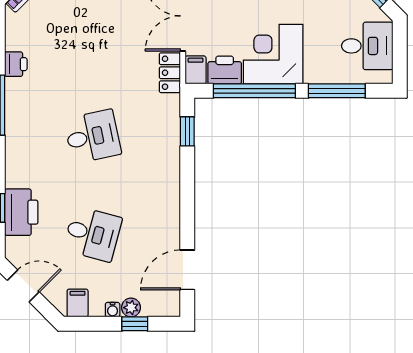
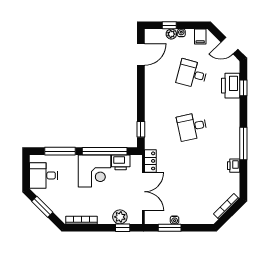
filing cabinet: (196, 70) -> (136, 162), removed

